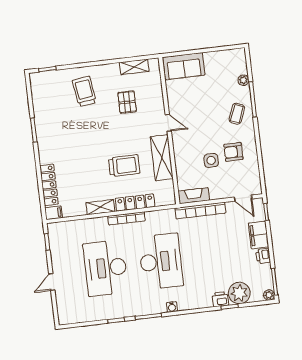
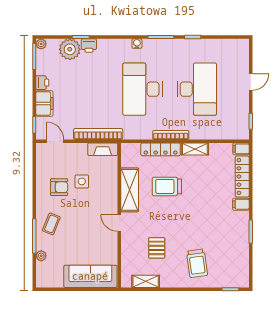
sofa: (184, 66) -> (90, 276), width x1.36
filing cabinet: (47, 157) -> (241, 204), added

